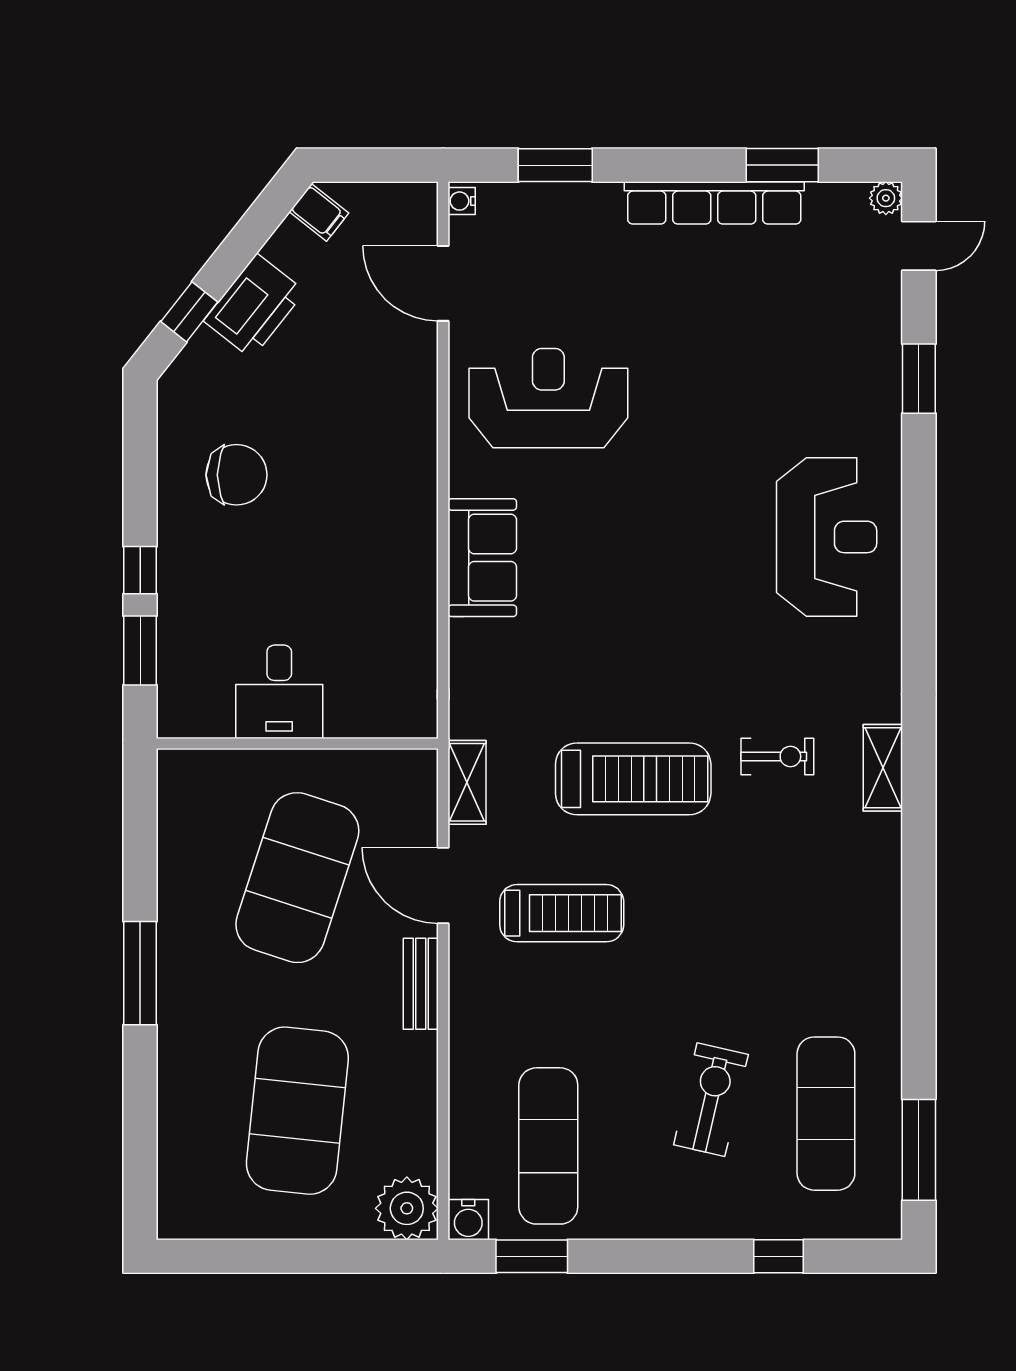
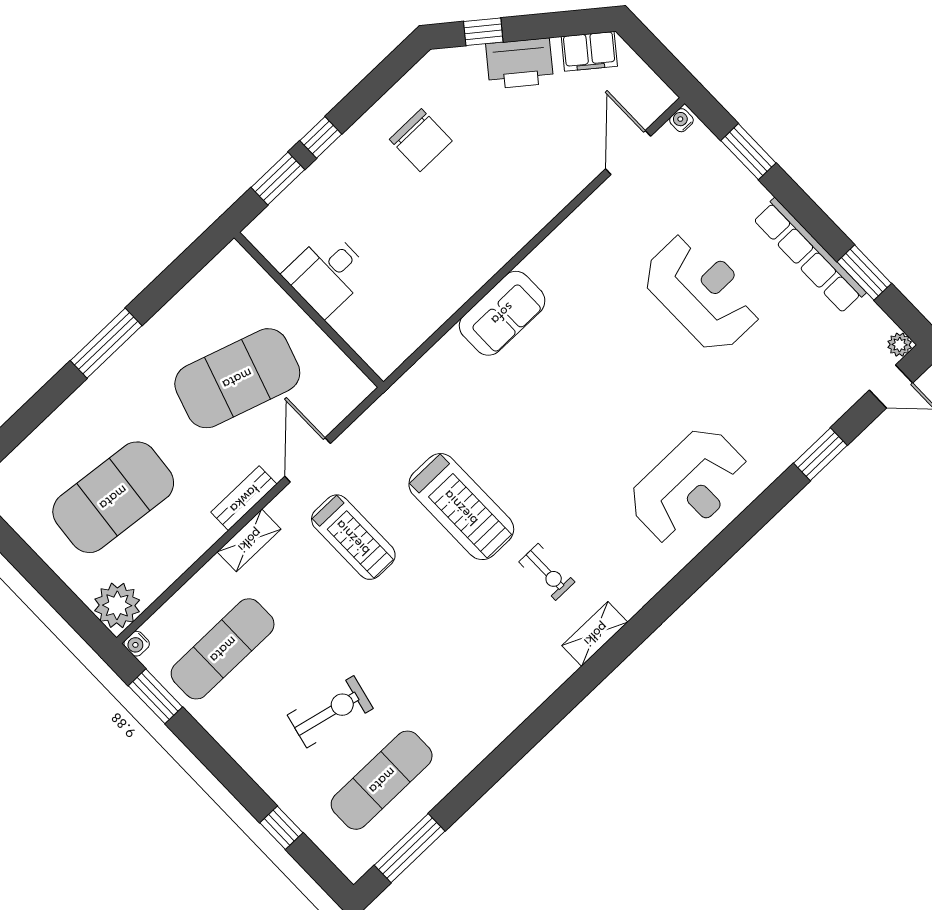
filing cabinet: (319, 212) -> (589, 51), width x2.00
reception desk: (548, 398) -> (702, 292), moved
shelving: (467, 782) -> (249, 540), moved
water cooler: (468, 1220) -> (137, 644), width x0.72, depth x0.72

